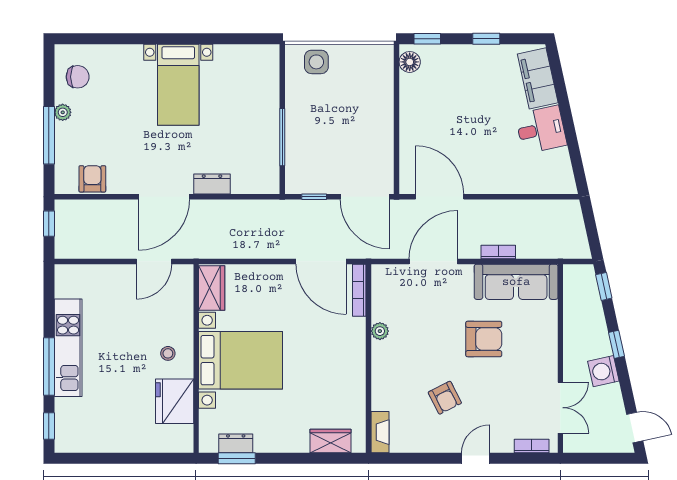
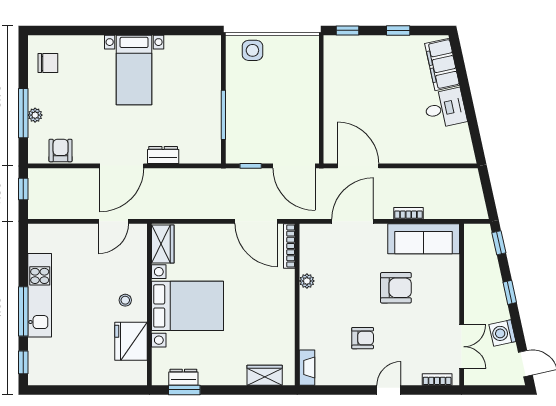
floor lamp: (410, 62) -> (332, 50), removed
plant: (63, 112) -> (35, 115), moved
washing machine: (603, 371) -> (502, 333), moved
armchair: (445, 398) -> (363, 338), turned -63

